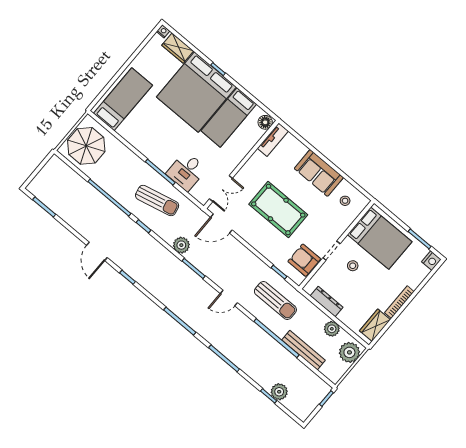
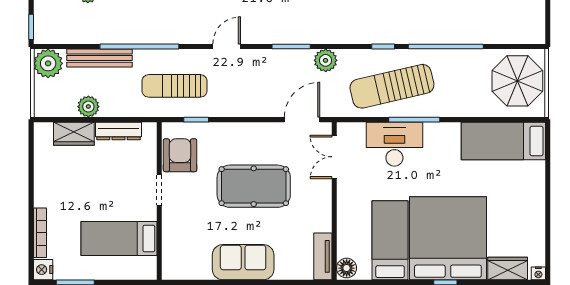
bed: (123, 99) -> (503, 141), moved, turned 90
desk: (186, 171) -> (394, 144), width x1.37
sun lounger: (157, 201) -> (392, 86), width x1.36, depth x1.34
stool: (345, 201) -> (190, 256), removed
bed: (380, 238) -> (119, 239), width x0.67
armchair: (304, 260) -> (180, 155), turned -90
stool: (353, 266) -> (123, 193), removed
bookcase: (399, 302) -> (40, 233), moved
wardrobe: (375, 325) -> (74, 134), moved, turned 90
plant: (349, 352) -> (48, 63), moved

